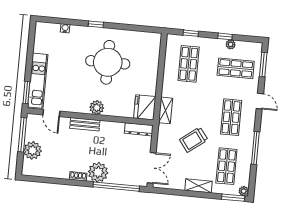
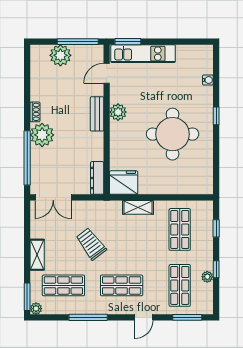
shop shelf: (189, 64) -> (180, 229), turned 90
plant: (97, 108) -> (118, 112), moved
shelving: (165, 110) -> (138, 207), moved

